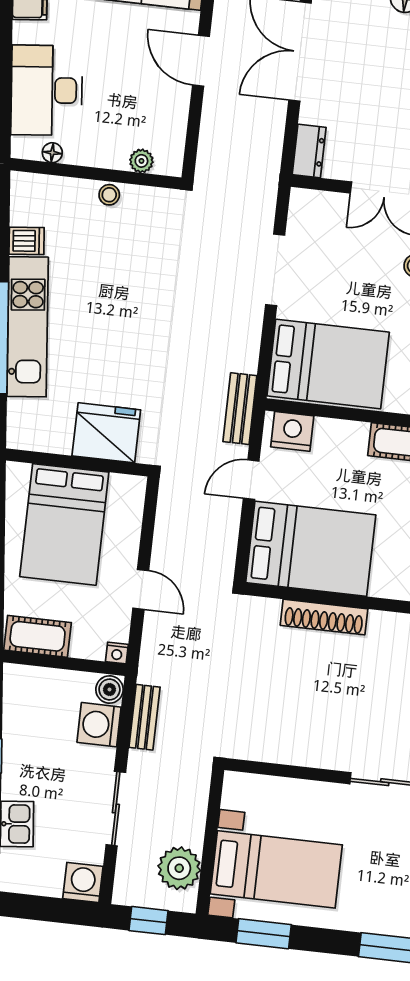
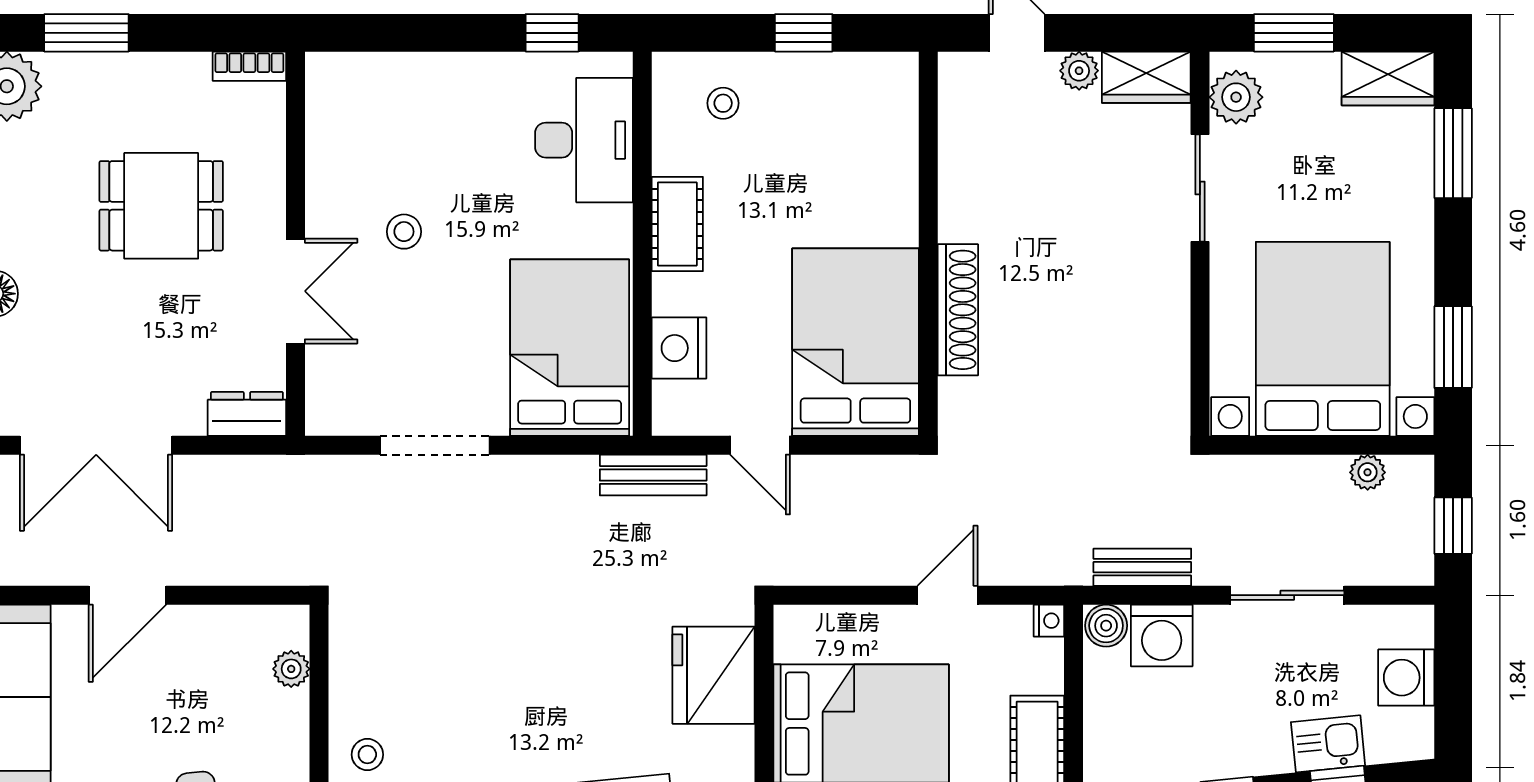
stool: (109, 195) -> (367, 755), moved
nightstand: (292, 431) -> (679, 348), moved
plant: (179, 868) -> (1368, 472), width x0.53, depth x0.53
bed with nightstands: (276, 869) -> (1323, 339), width x1.36
washing machine: (83, 883) -> (1406, 678), moved

